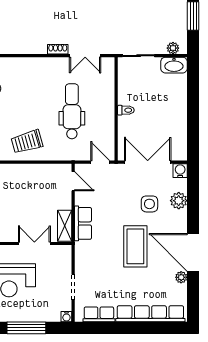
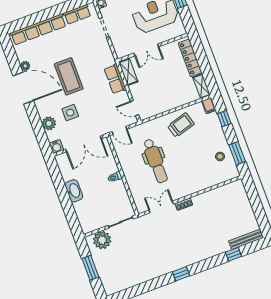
plant: (173, 48) -> (102, 240), width x1.88, depth x1.88
washbasin: (174, 65) -> (74, 191), moved, turned 90

